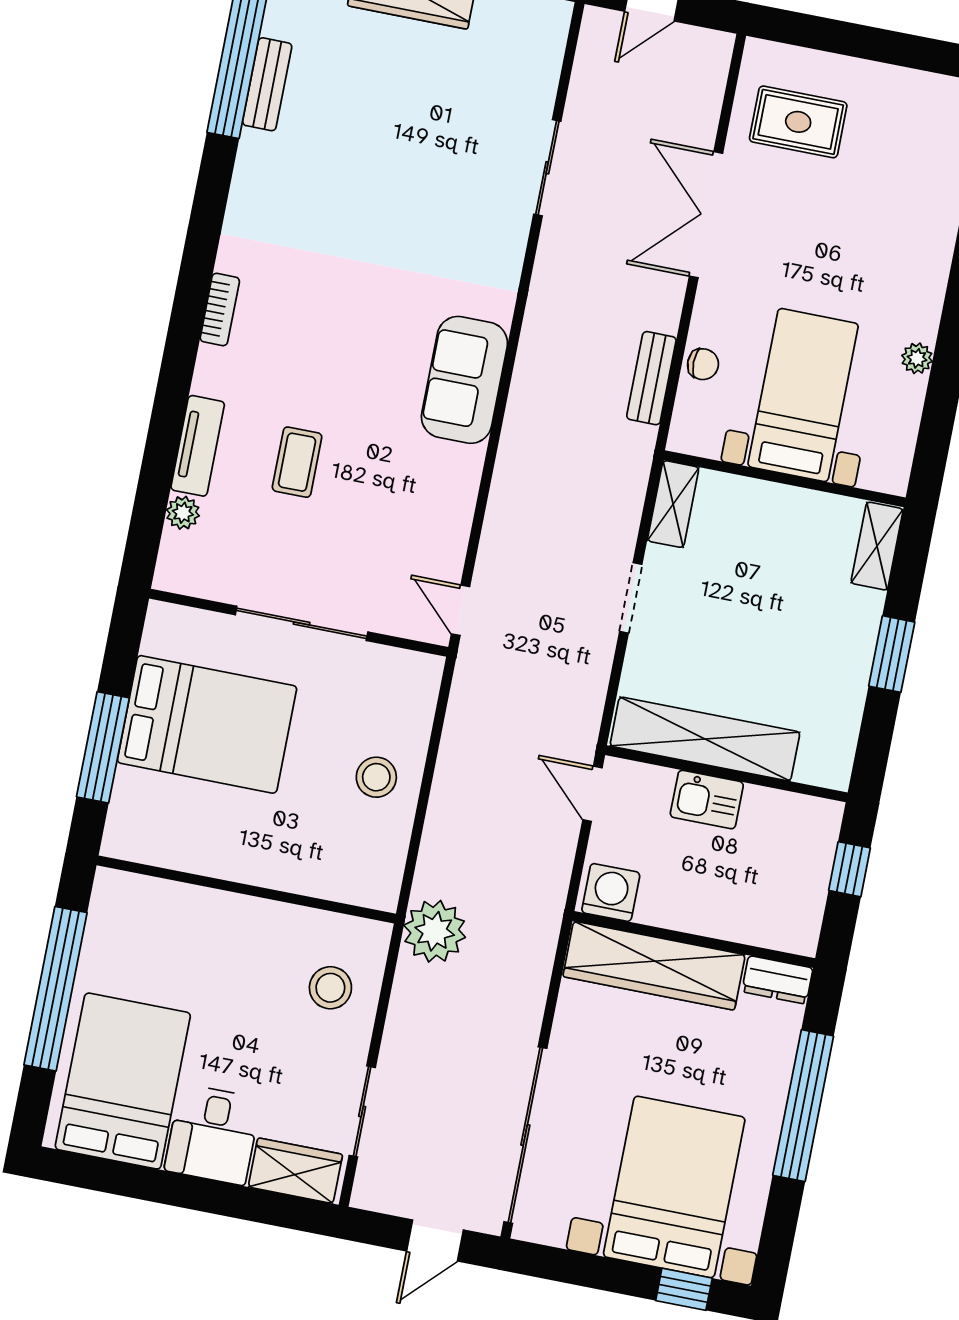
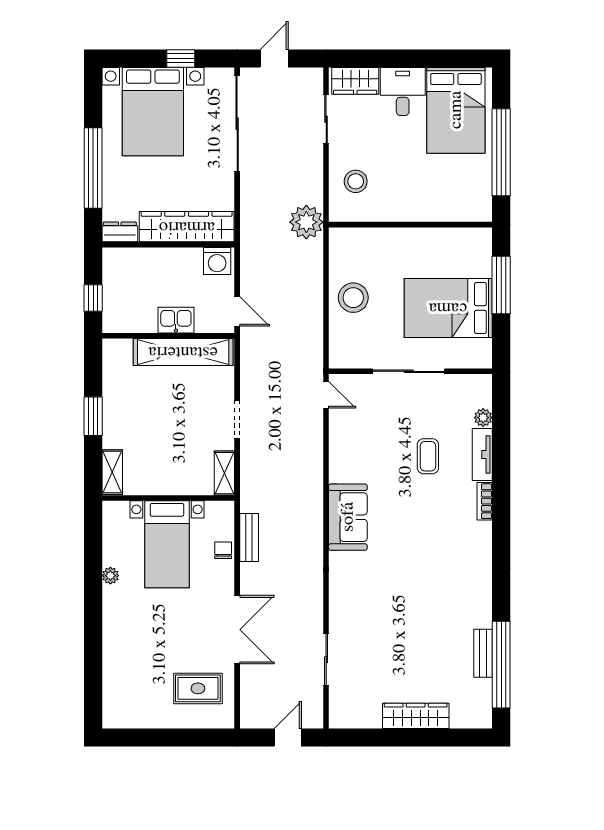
sliding door: (547, 168) -> (326, 660), moved
bookcase: (220, 309) -> (485, 501), moved
chair: (703, 364) -> (223, 550), turned 90
stool: (376, 777) -> (353, 298), width x1.38, depth x1.38
window: (684, 1289) -> (181, 58), moved

